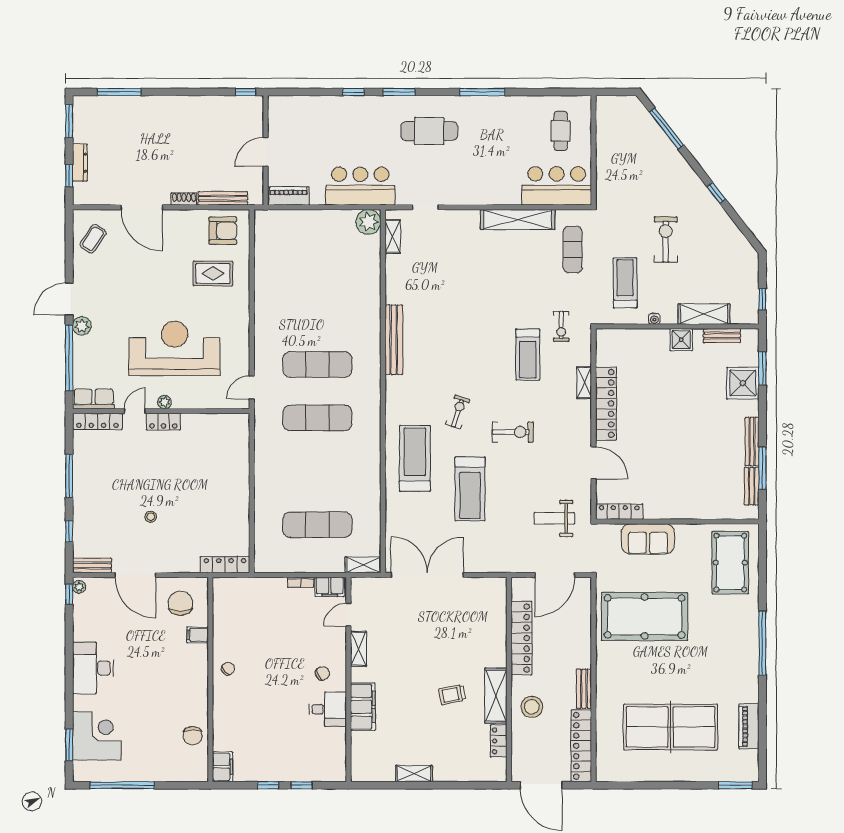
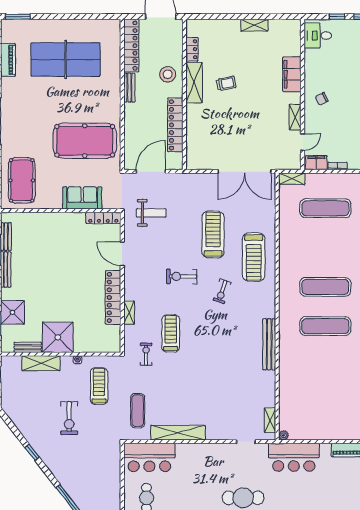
plant: (368, 222) -> (284, 435), width x0.53, depth x0.53
treadmill: (625, 283) -> (99, 386), turned 180
shower: (681, 340) -> (58, 337), width x1.86, depth x1.86
desk: (328, 709) -> (318, 36), moved

